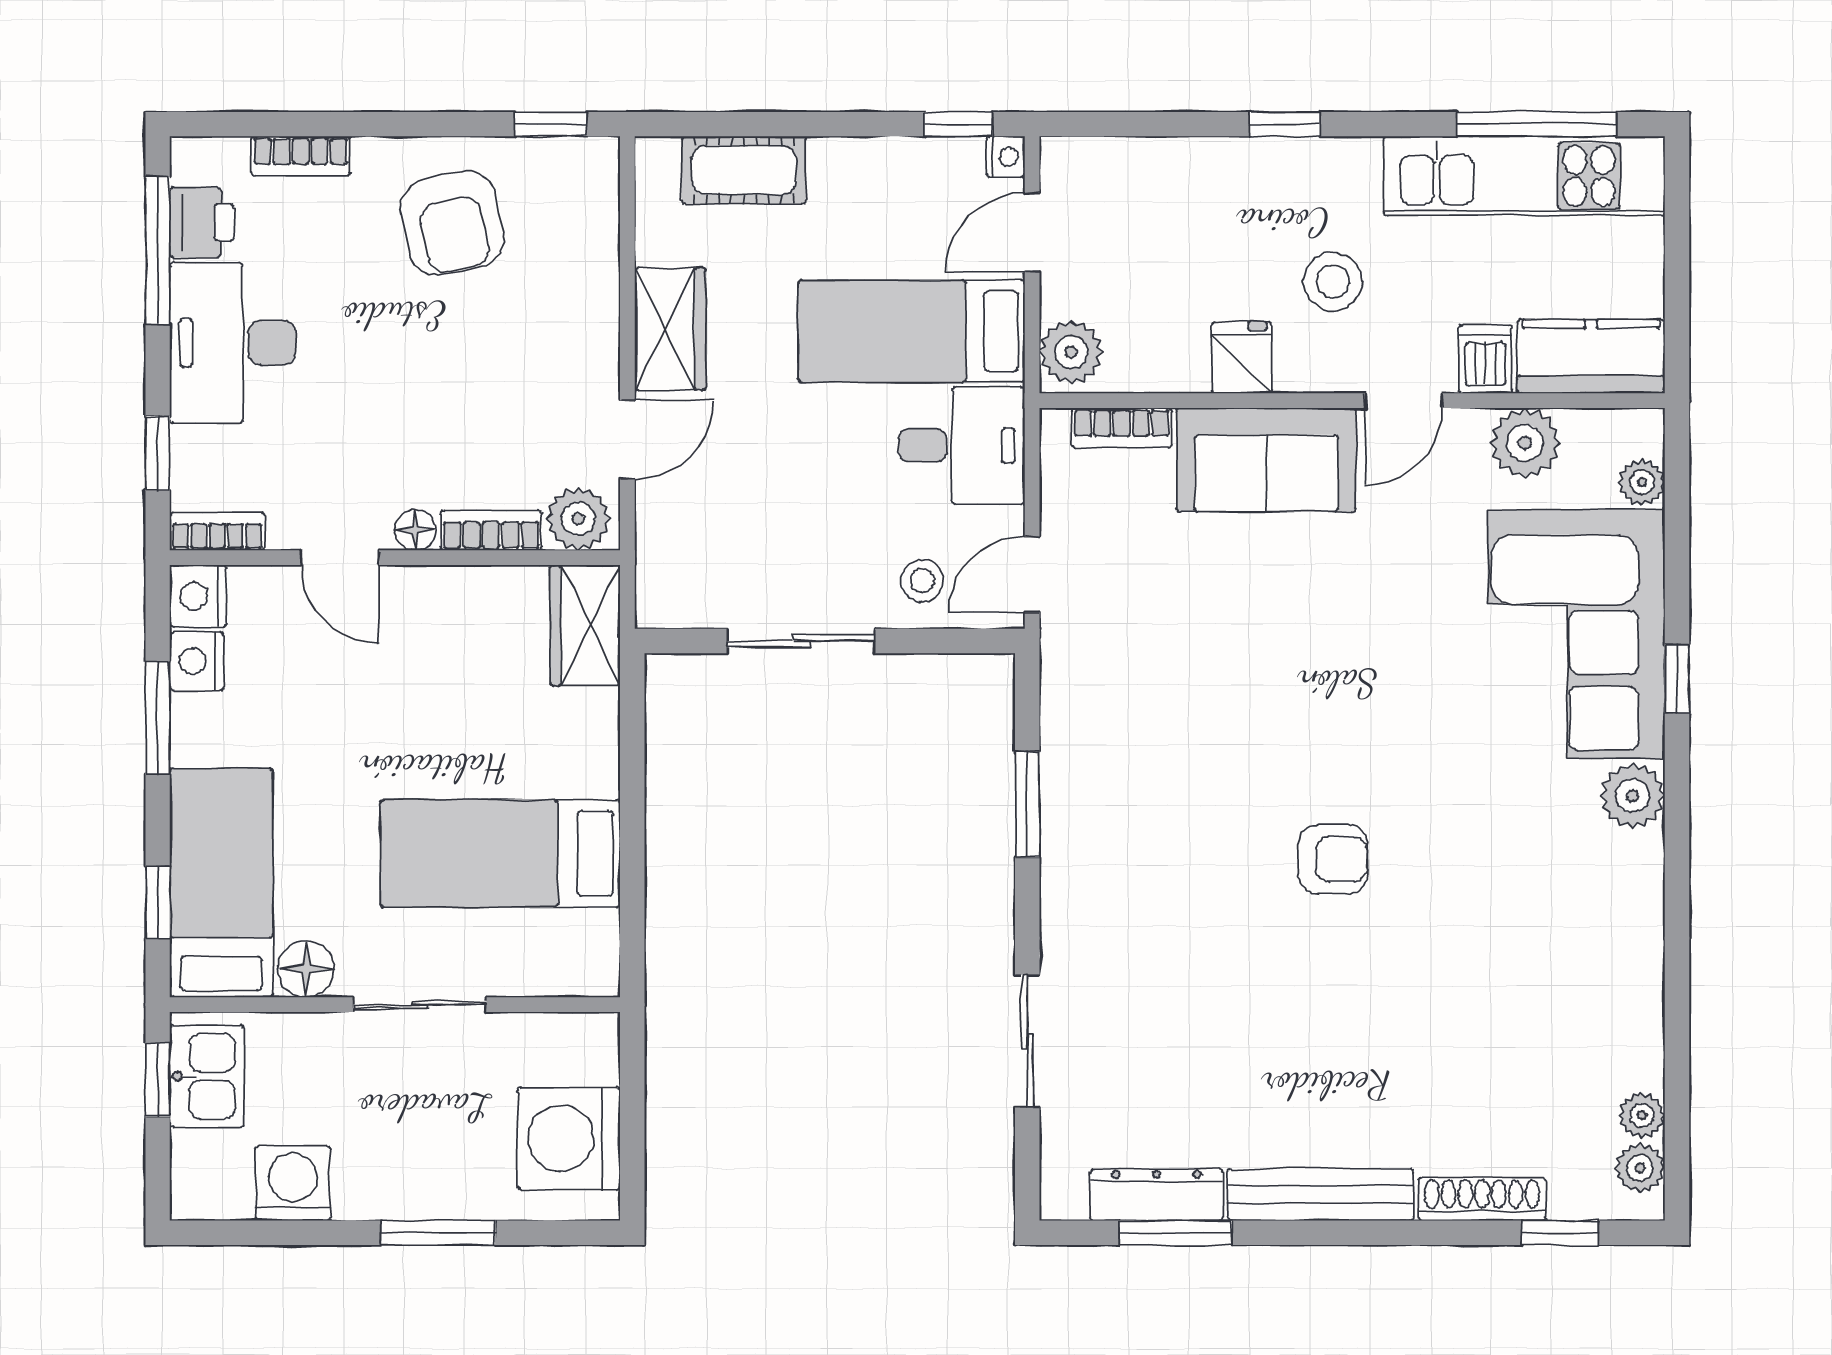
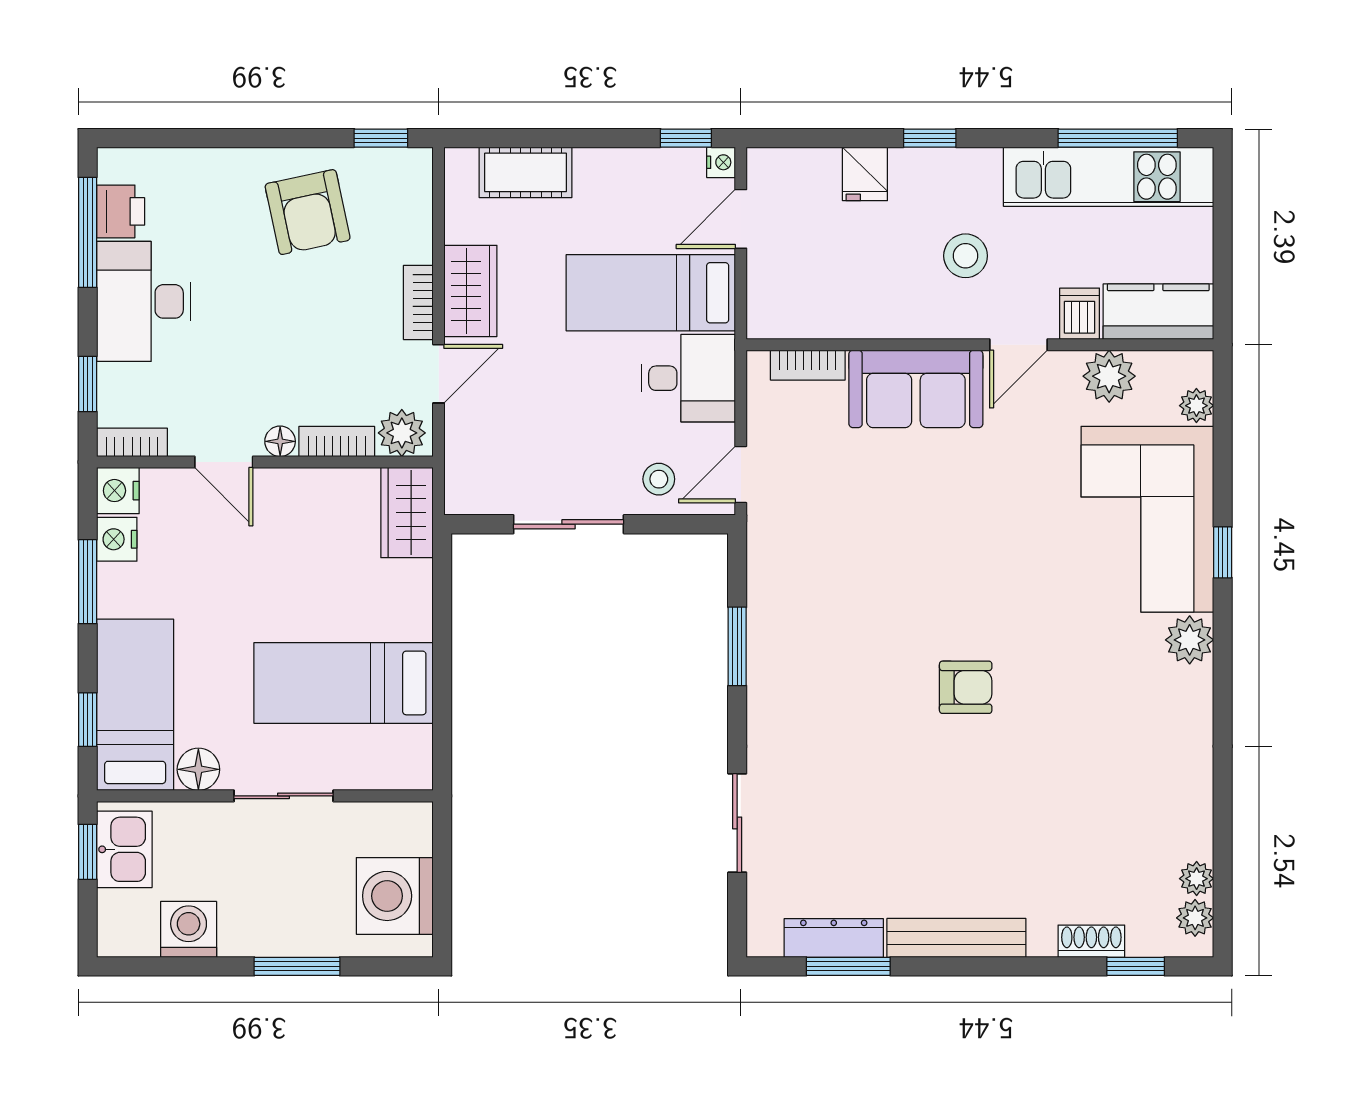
bookcase: (301, 156) -> (418, 302), moved, turned 90
plant: (1071, 352) -> (770, 308), removed
fridge: (1242, 358) -> (865, 174), moved, turned 180
shoe rack: (1482, 1199) -> (1091, 941), width x0.70

